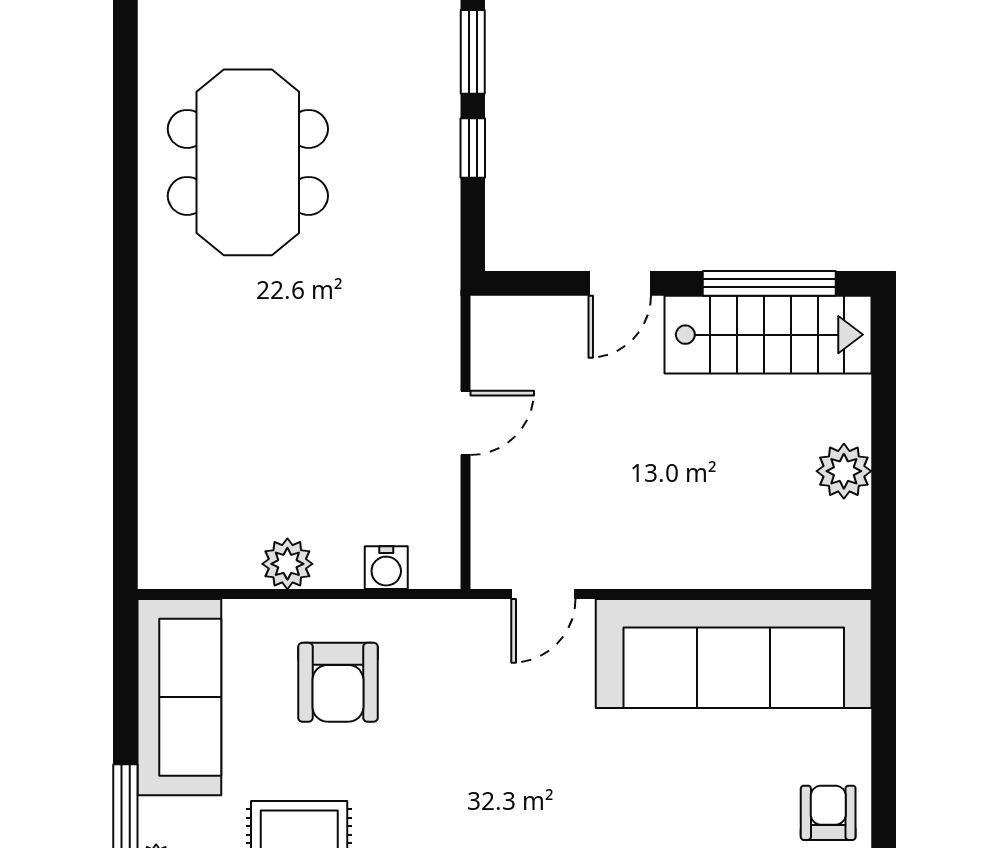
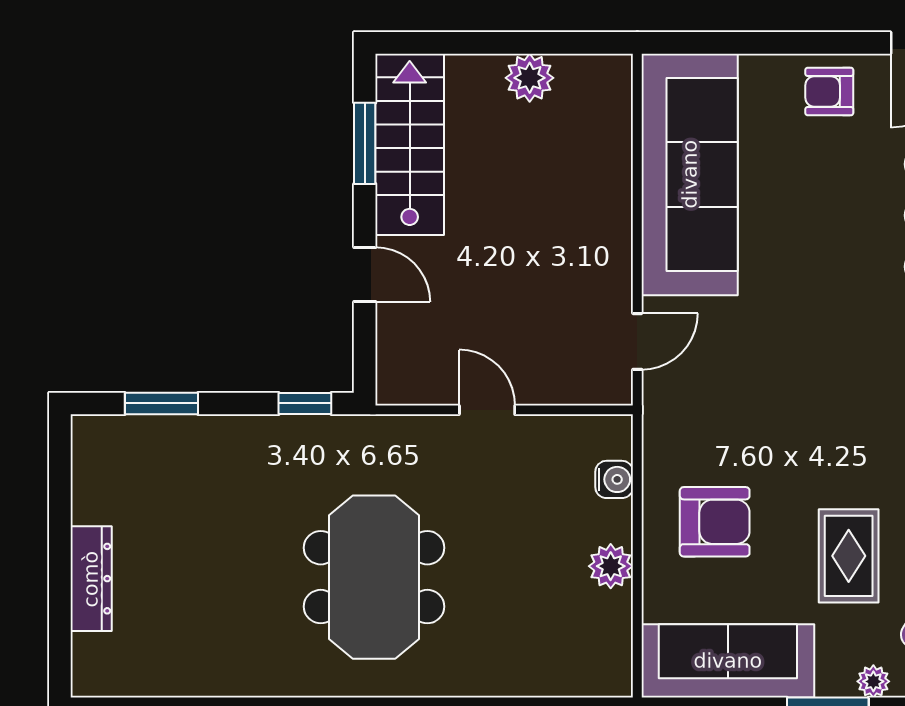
window: (473, 148) -> (305, 403), moved
meeting table: (248, 162) -> (374, 577), moved, turned 90
window: (769, 283) -> (365, 143), width x0.69
door: (543, 594) -> (637, 341), hinge flipped

